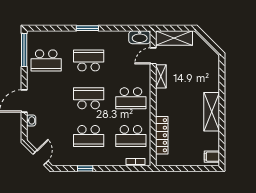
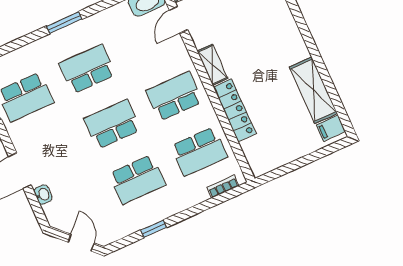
shelving: (161, 76) -> (212, 65), moved
school desk: (131, 98) -> (174, 96), turned 180
shelving: (212, 112) -> (313, 90), moved
locker: (162, 135) -> (235, 110), moved

